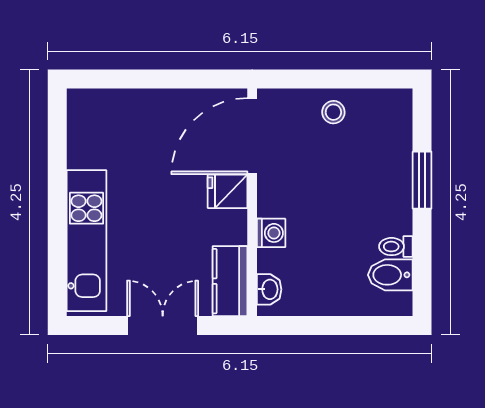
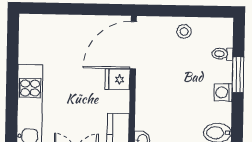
washing machine: (271, 233) -> (223, 92), moved, turned 180
toilet: (396, 247) -> (222, 54), moved

